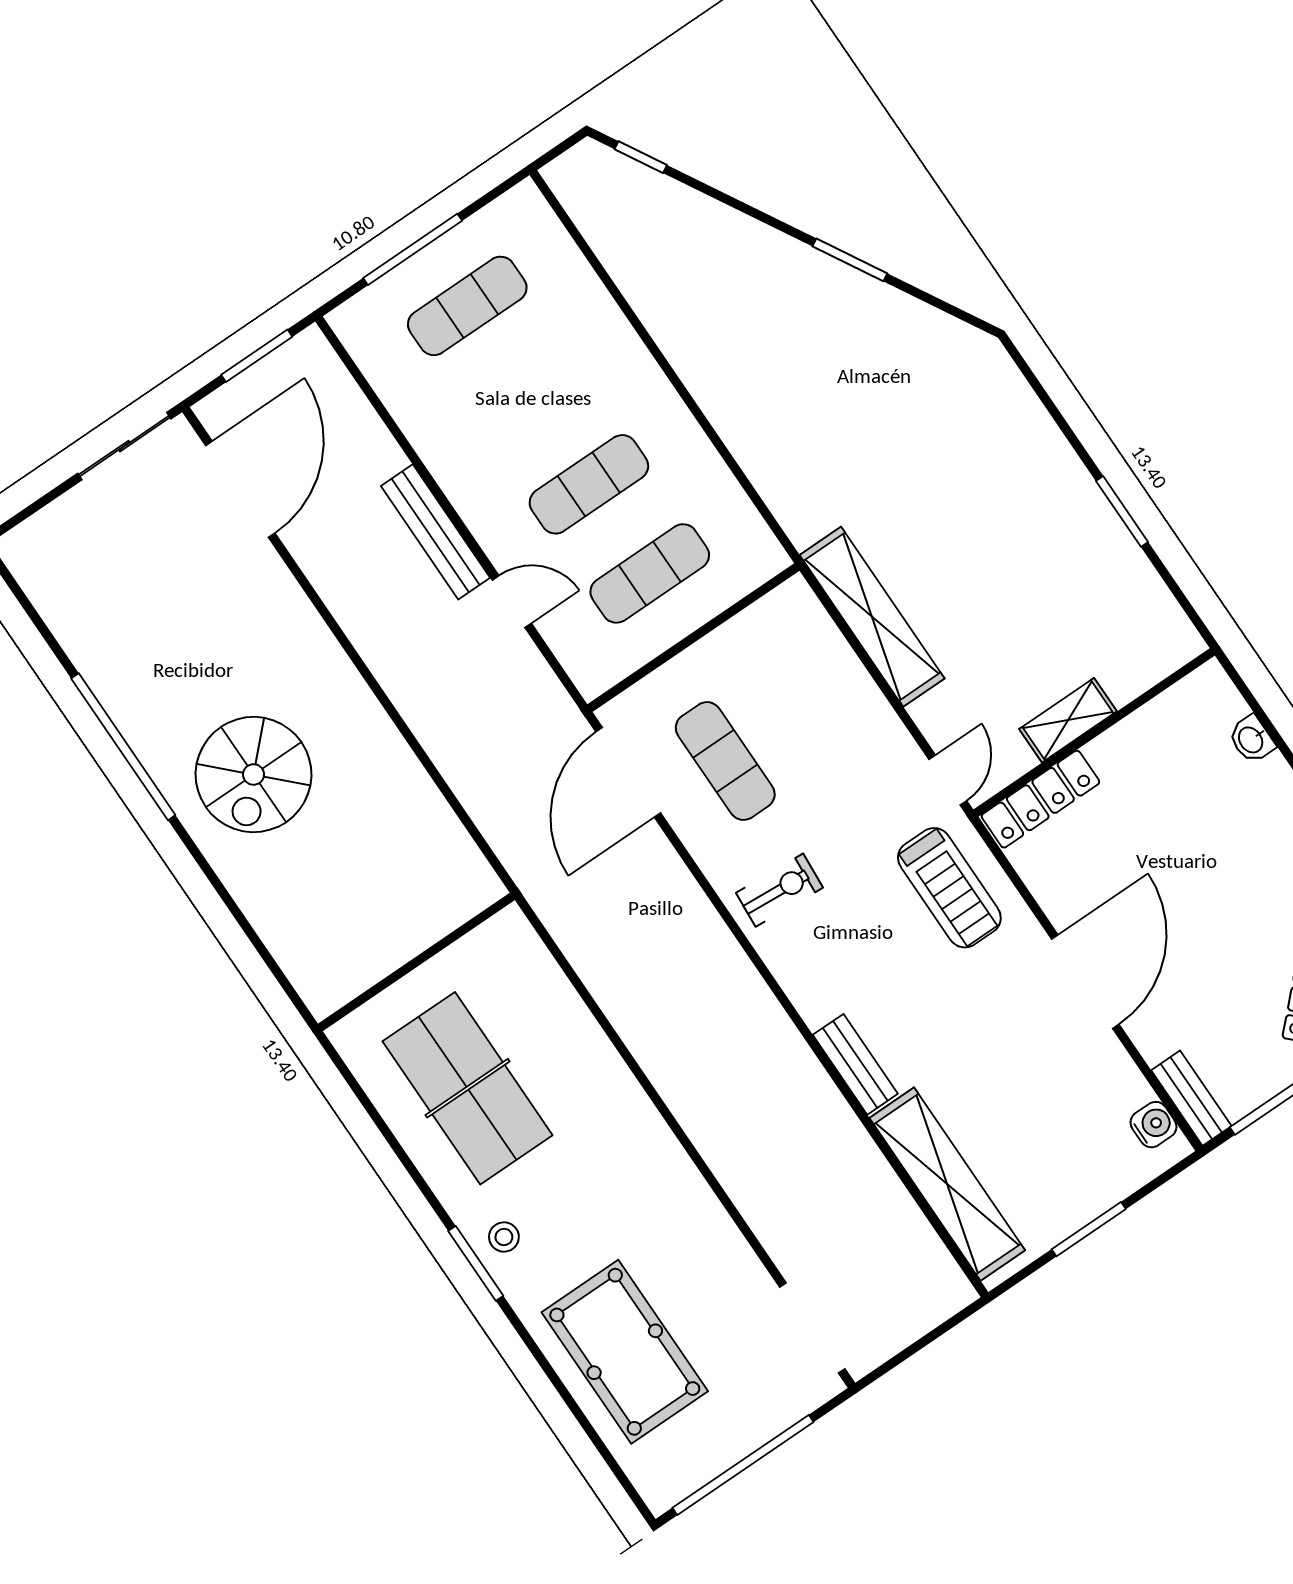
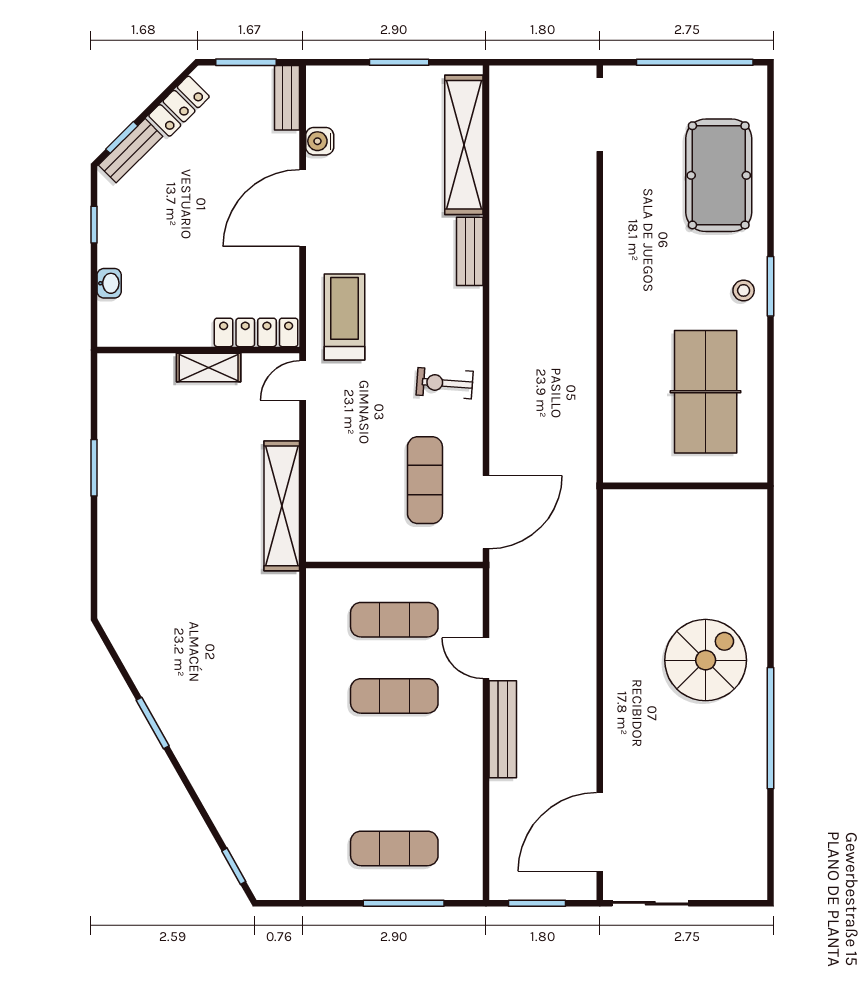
water cooler: (1153, 1125) -> (320, 141), moved

